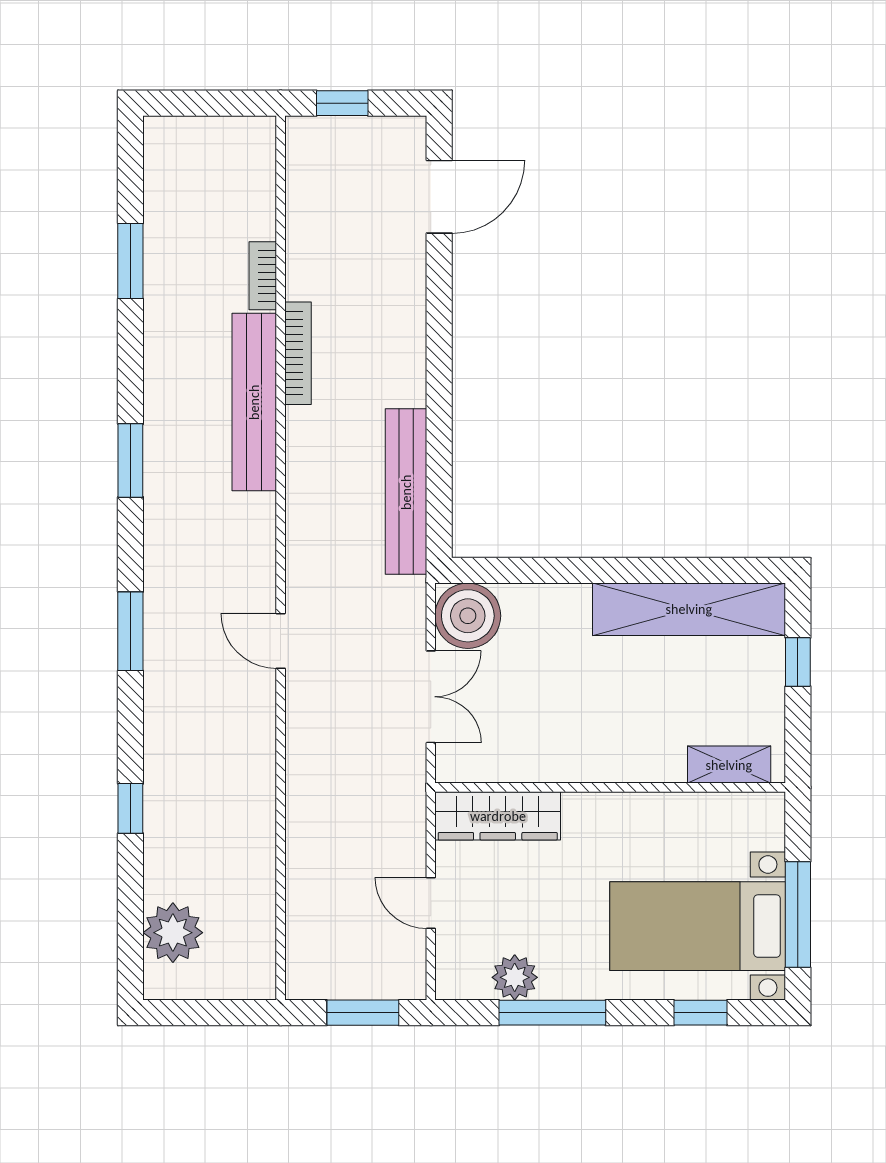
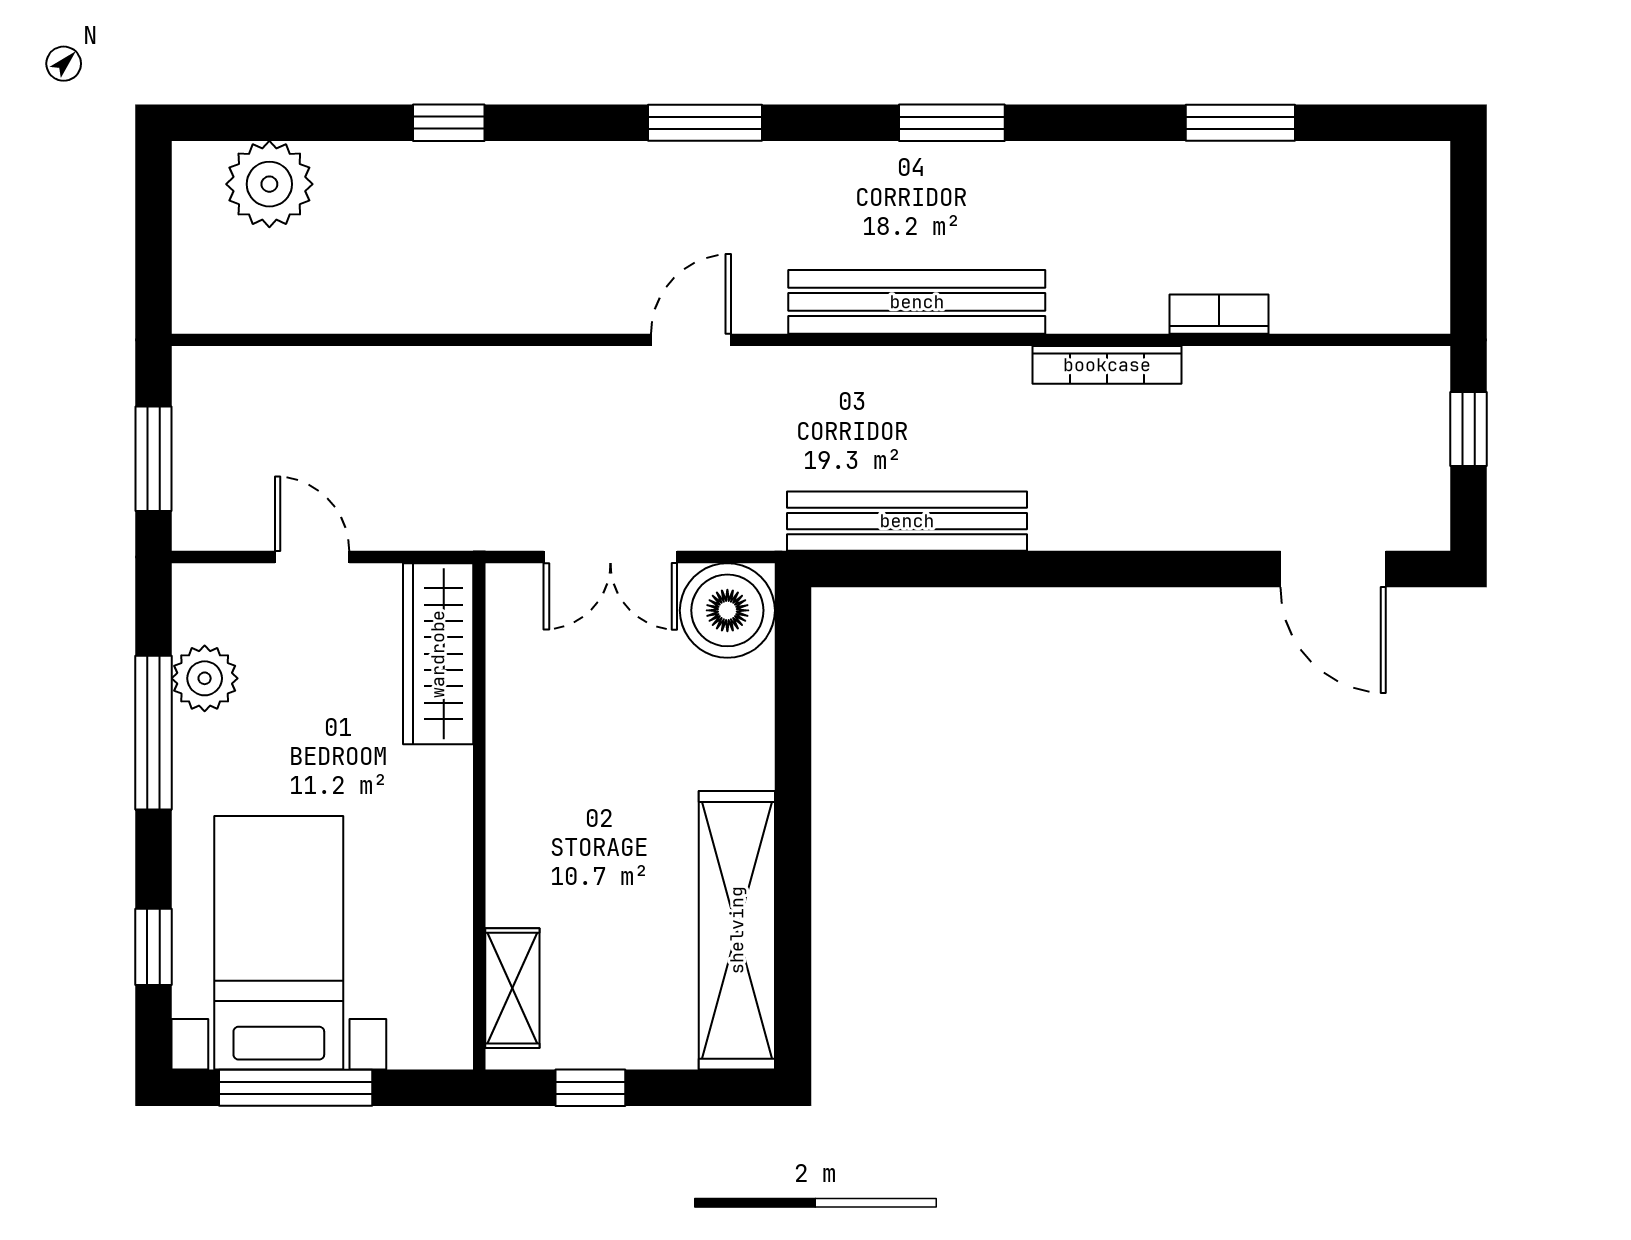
bench: (254, 402) -> (917, 302), moved
window: (798, 662) -> (590, 1088), moved
door: (431, 903) -> (312, 557), hinge flipped

